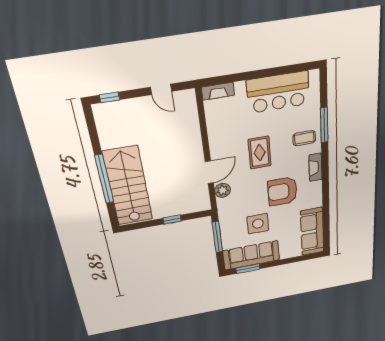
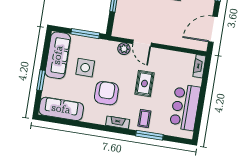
door: (161, 89) -> (213, 29), width x1.88
rug: (260, 153) -> (144, 83), turned 90
window: (248, 269) -> (41, 80), moved

